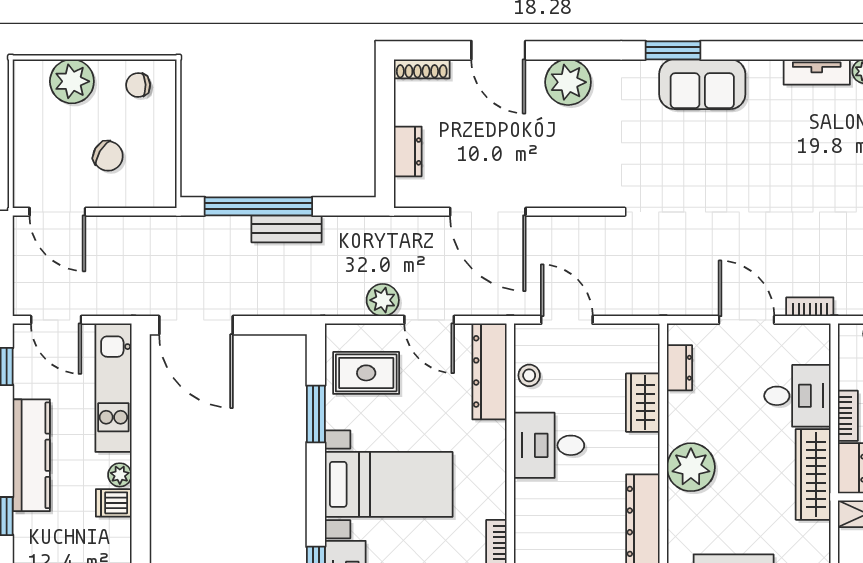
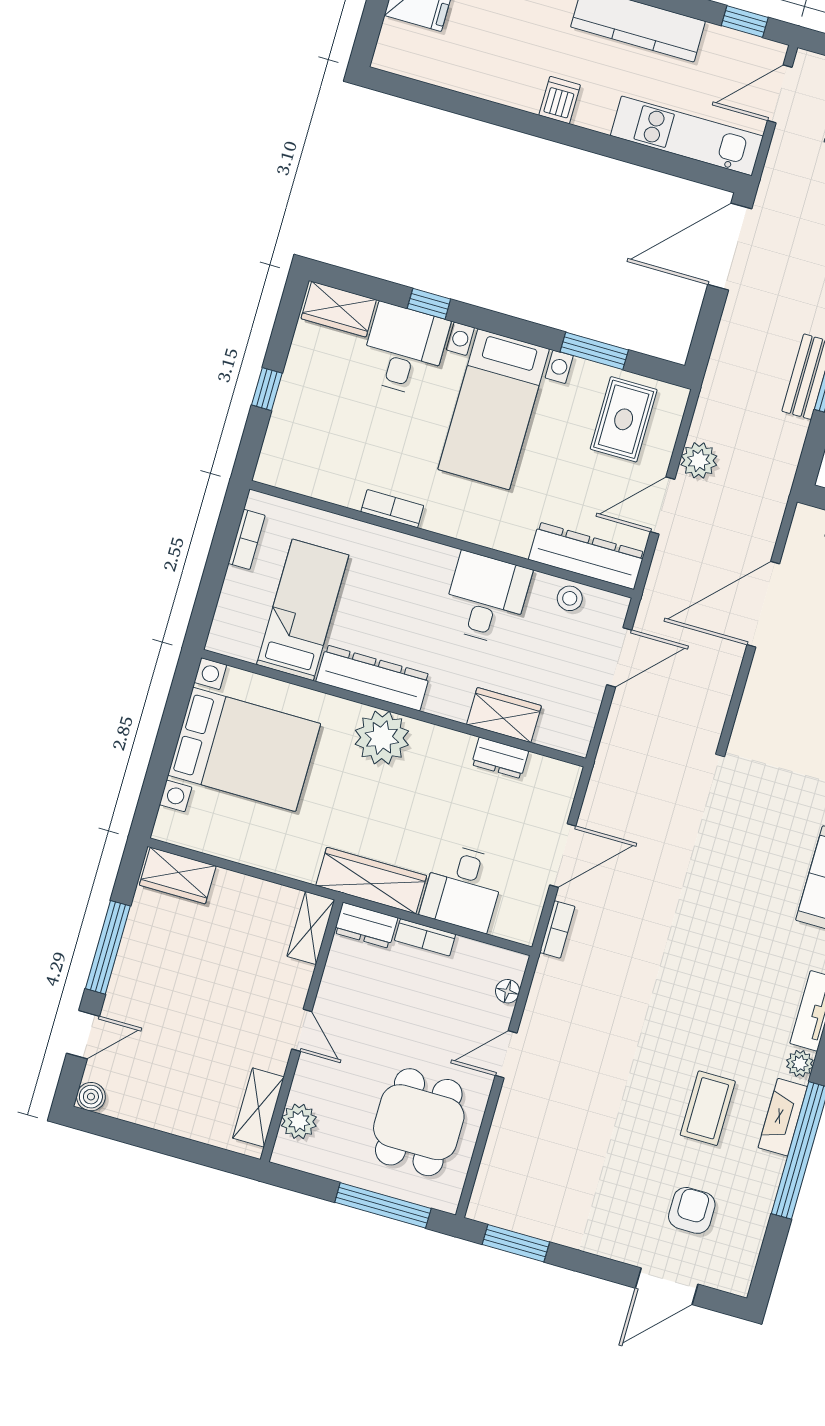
dresser: (680, 368) -> (500, 758), moved
plant: (691, 467) -> (382, 738), moved
plant: (120, 475) -> (589, 115), removed

